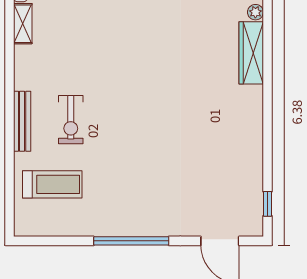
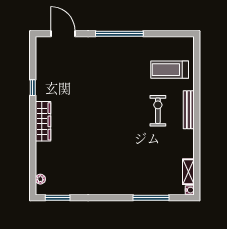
wardrobe: (251, 53) -> (43, 121), moved
window: (268, 204) -> (33, 88), moved

